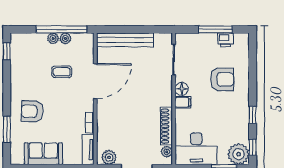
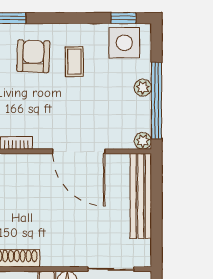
plant: (65, 38) -> (143, 141), moved
side table: (23, 51) -> (124, 43), added
coffee table: (62, 72) -> (74, 62), moved

